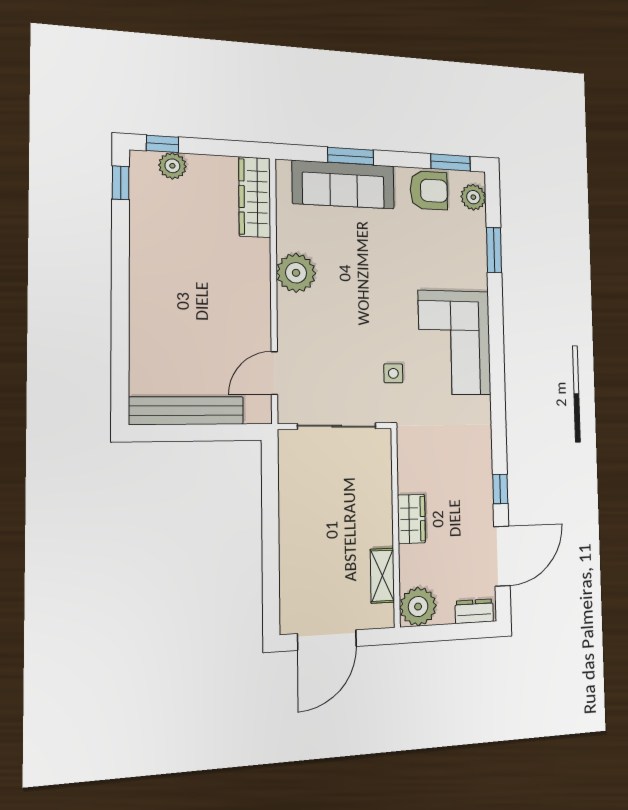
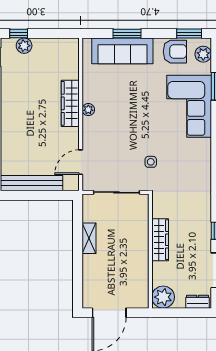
wardrobe: (255, 197) -> (70, 103), moved
plant: (296, 273) -> (88, 110), width x0.53, depth x0.53
corner sofa: (455, 343) -> (189, 106), moved
wardrobe: (411, 519) -> (160, 240), width x1.50
shelving: (382, 576) -> (89, 238), moved

